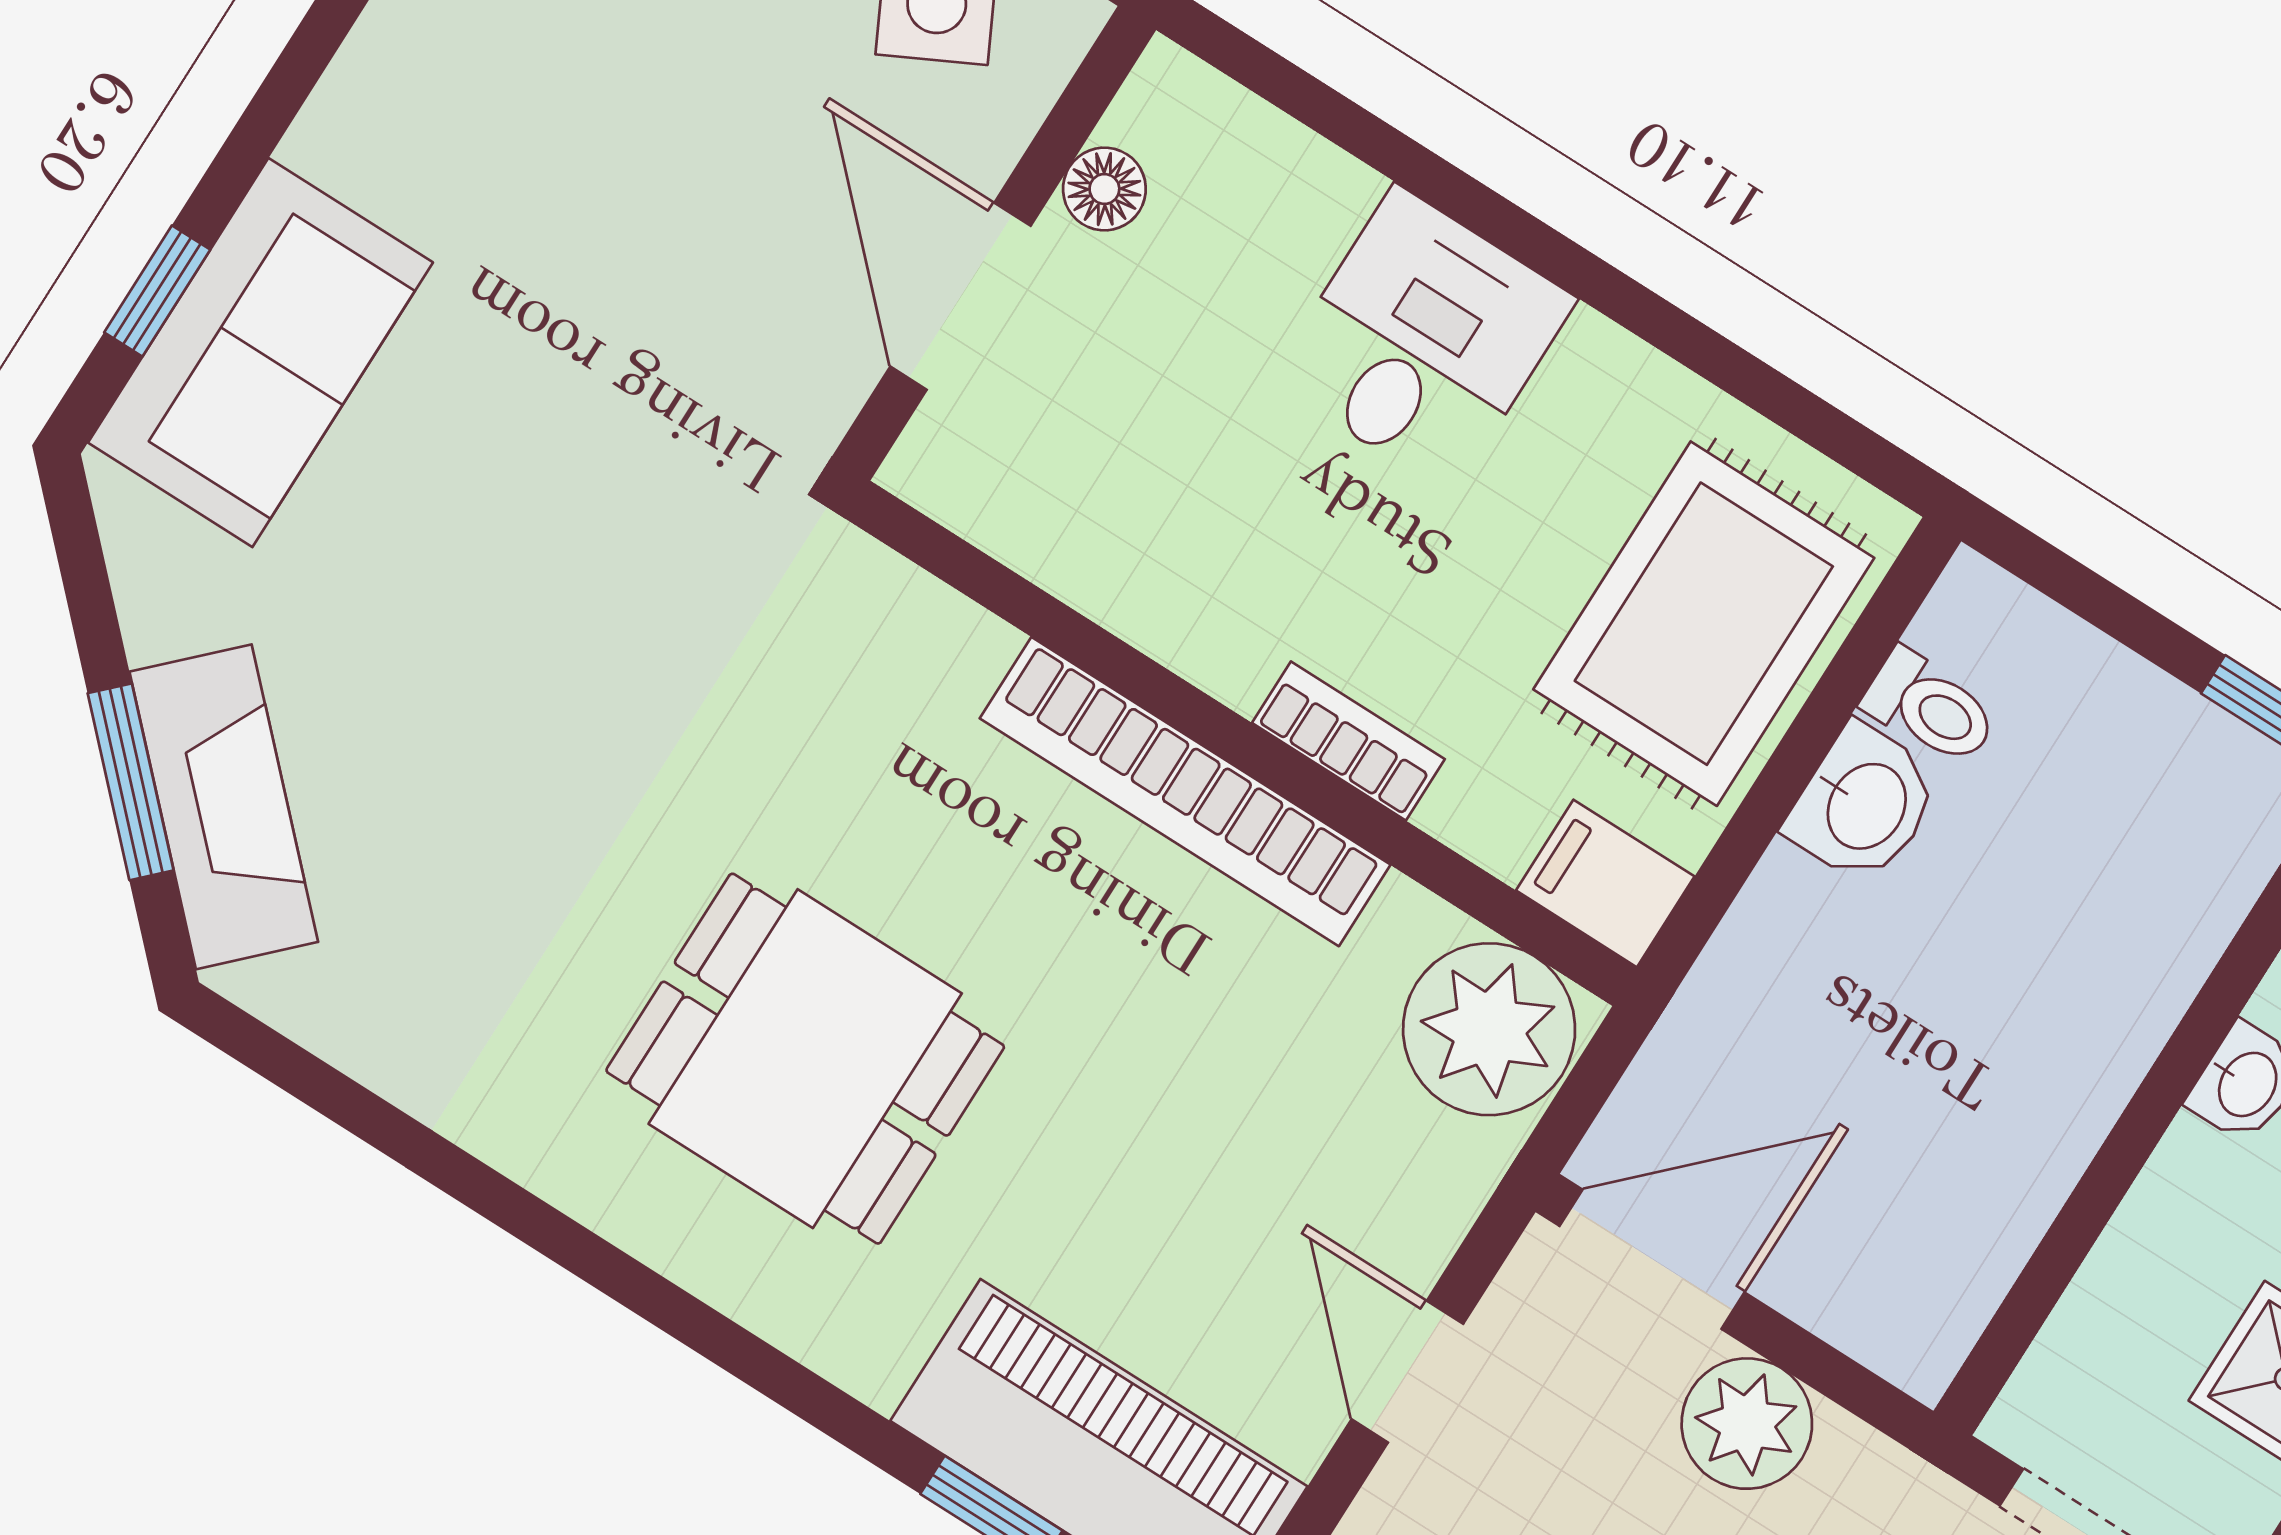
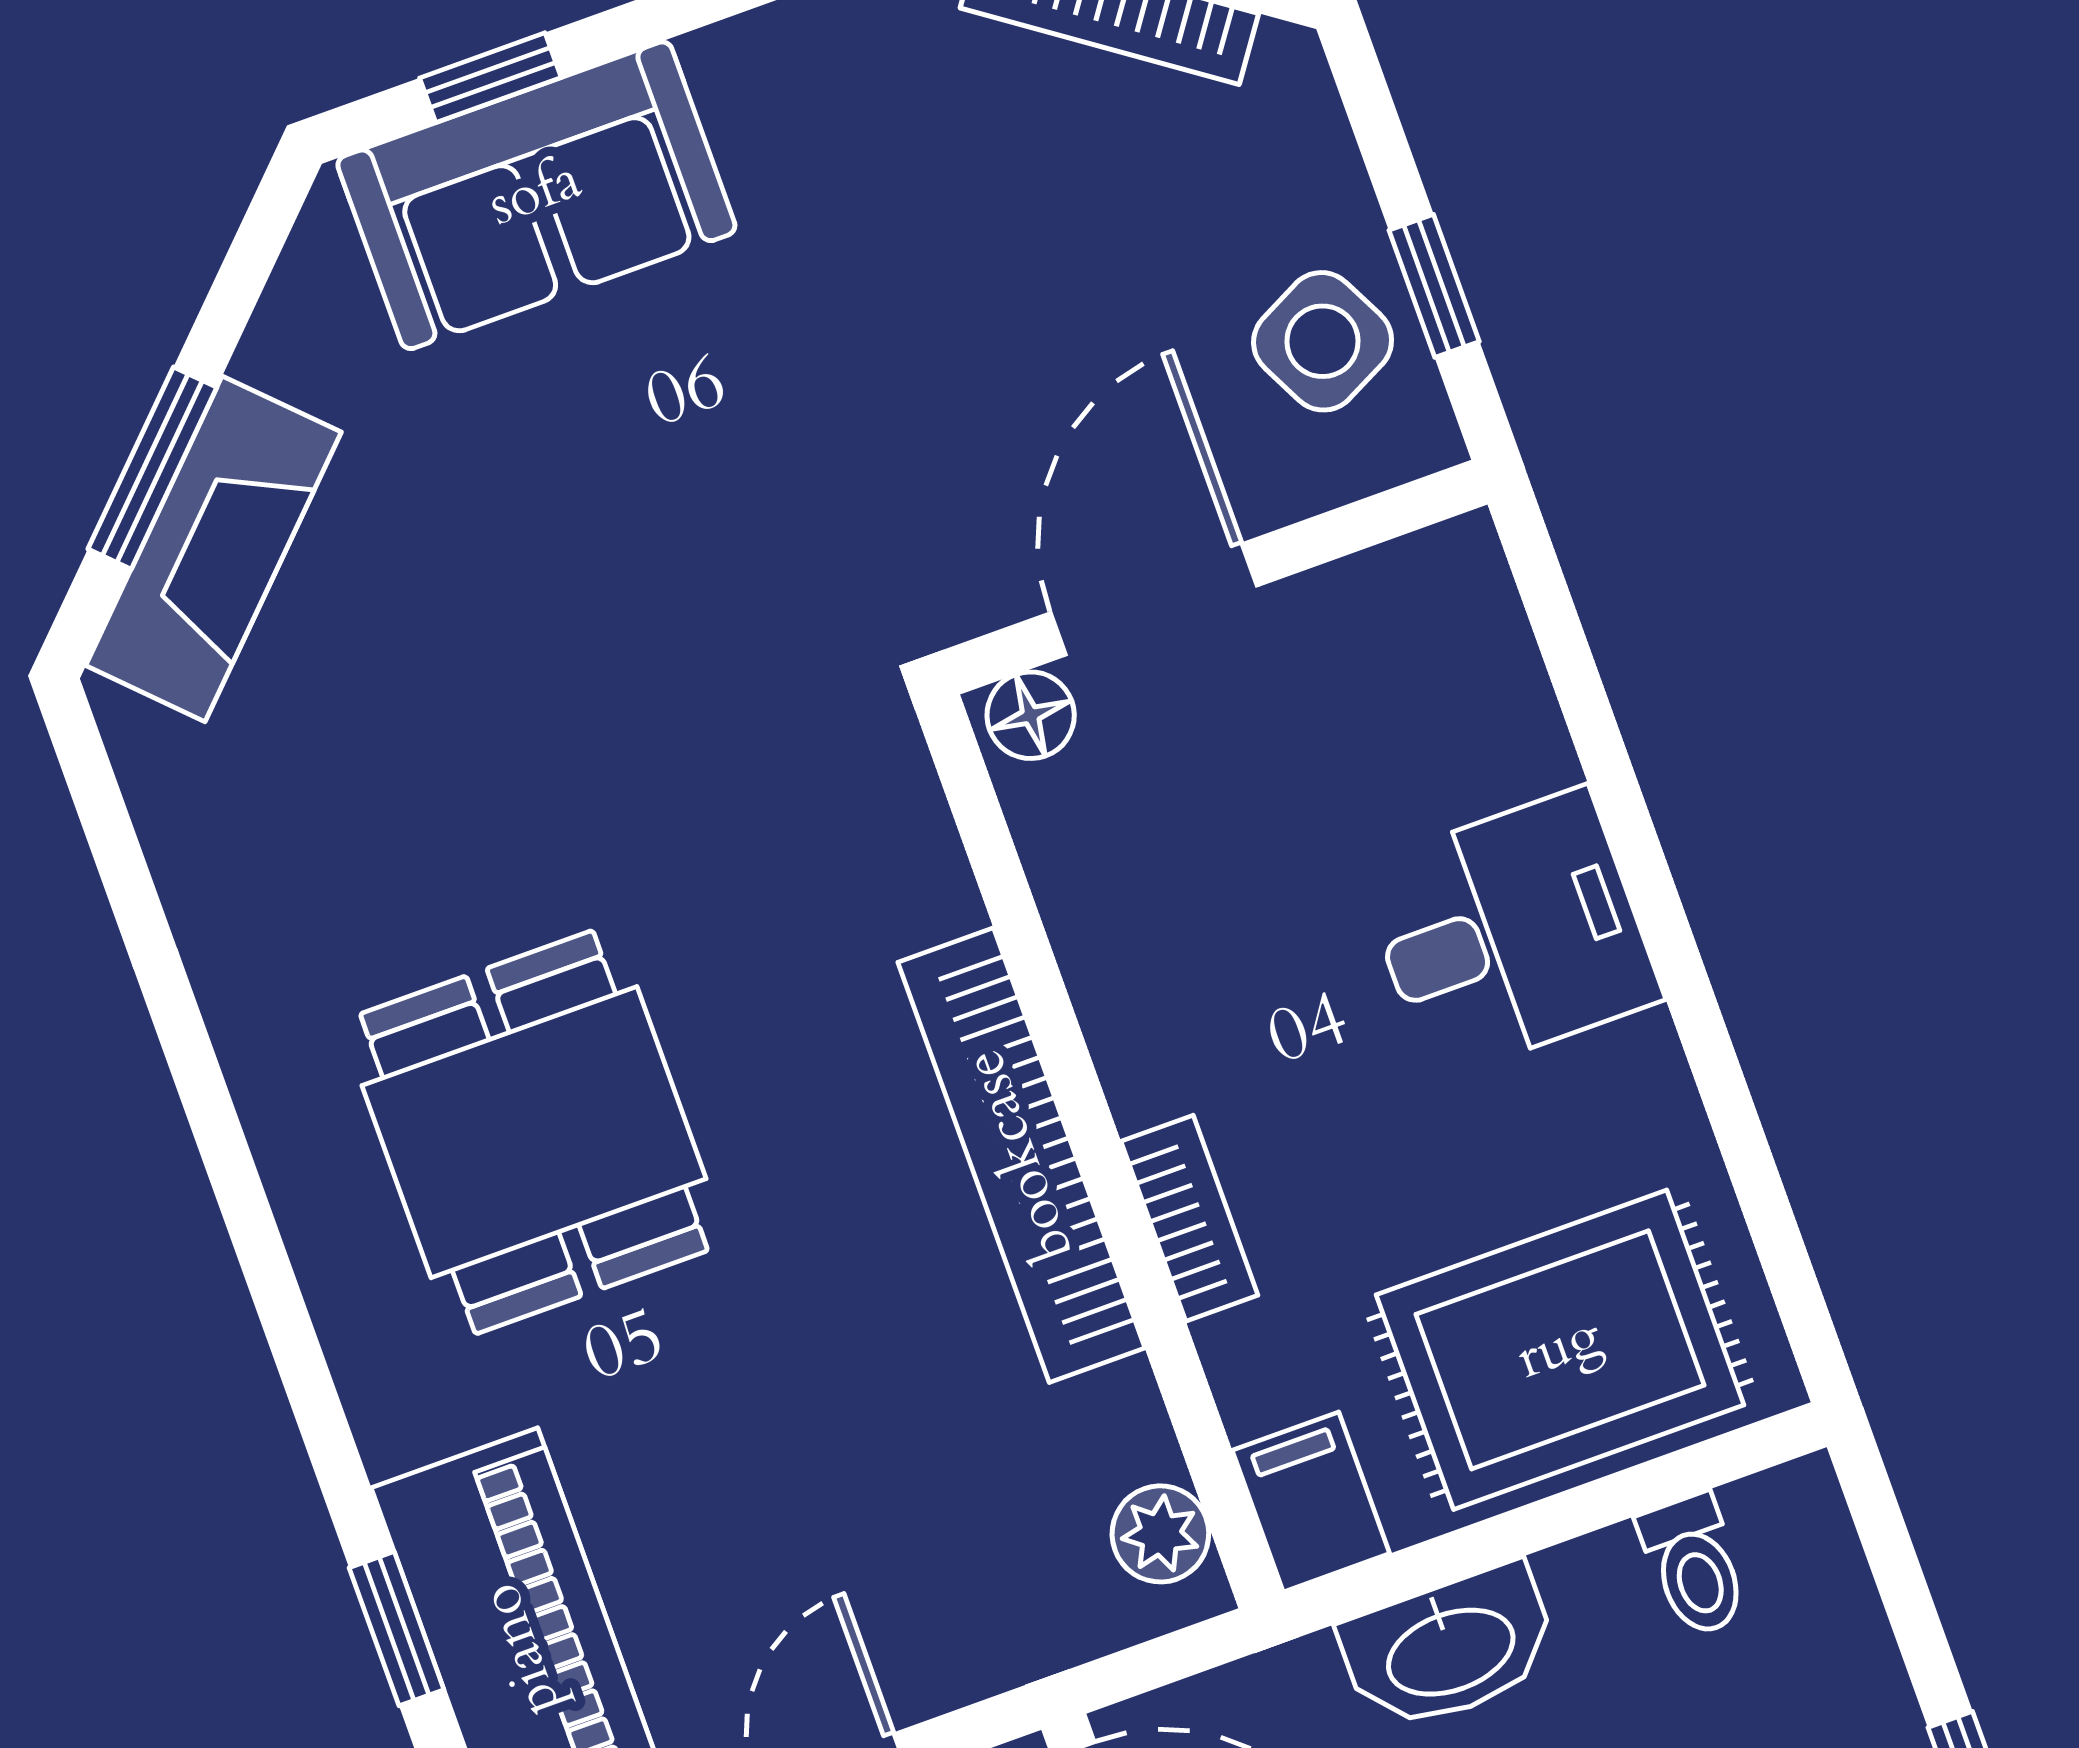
floor lamp: (1104, 189) -> (1031, 715), moved
washbasin: (1864, 804) -> (1449, 1649), moved, width x1.38
plant: (1489, 1029) -> (1160, 1534), width x0.53, depth x0.53

